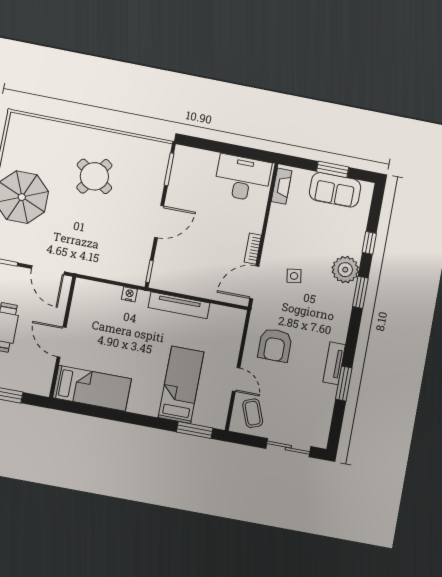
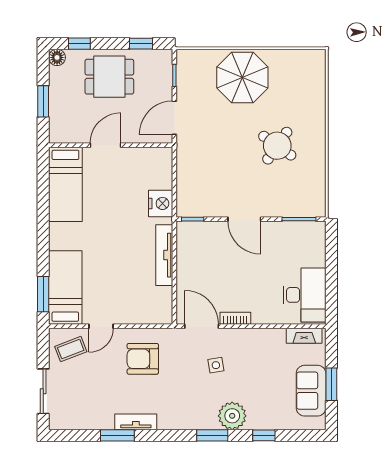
nightstand: (129, 294) -> (161, 203), width x1.89, depth x1.79
bed: (181, 385) -> (65, 288), moved, turned -90

